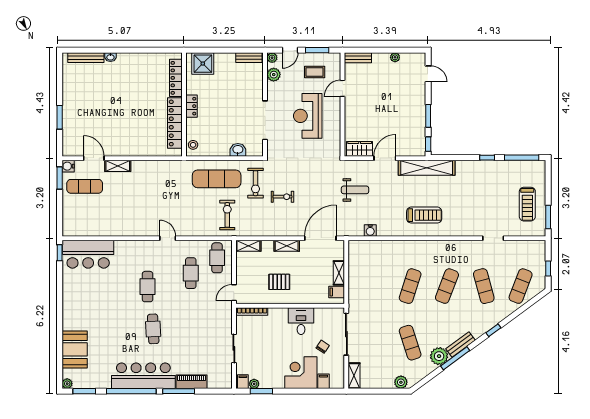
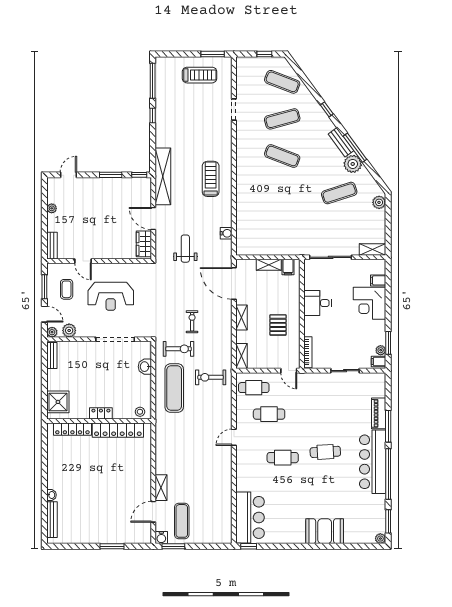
exercise mat: (410, 286) -> (282, 193), removed
chair: (323, 347) -> (343, 281), removed
booth: (75, 349) -> (325, 531), moved

